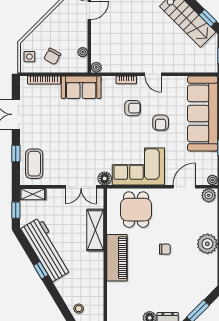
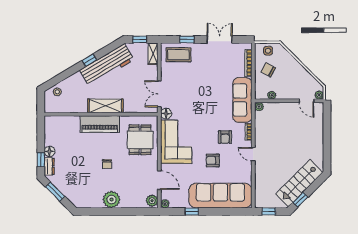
door: (153, 74) -> (253, 154), hinge flipped
sofa: (81, 87) -> (242, 100), width x1.36
dining table: (136, 210) -> (140, 140), turned 90
shelving: (95, 230) -> (105, 106), moved

